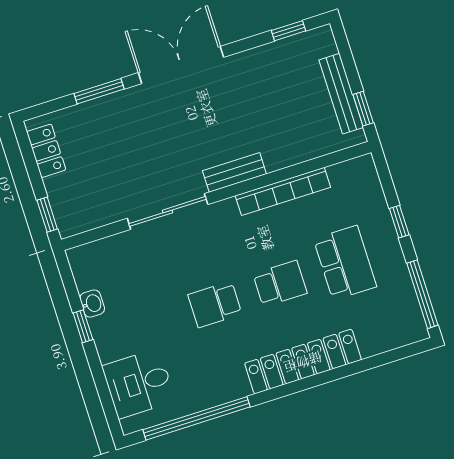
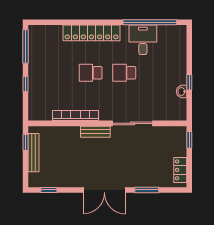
school desk: (345, 263) -> (57, 73), removed
school desk: (215, 304) -> (124, 73), turned 180
desk: (139, 383) -> (143, 40), moved, turned -90

